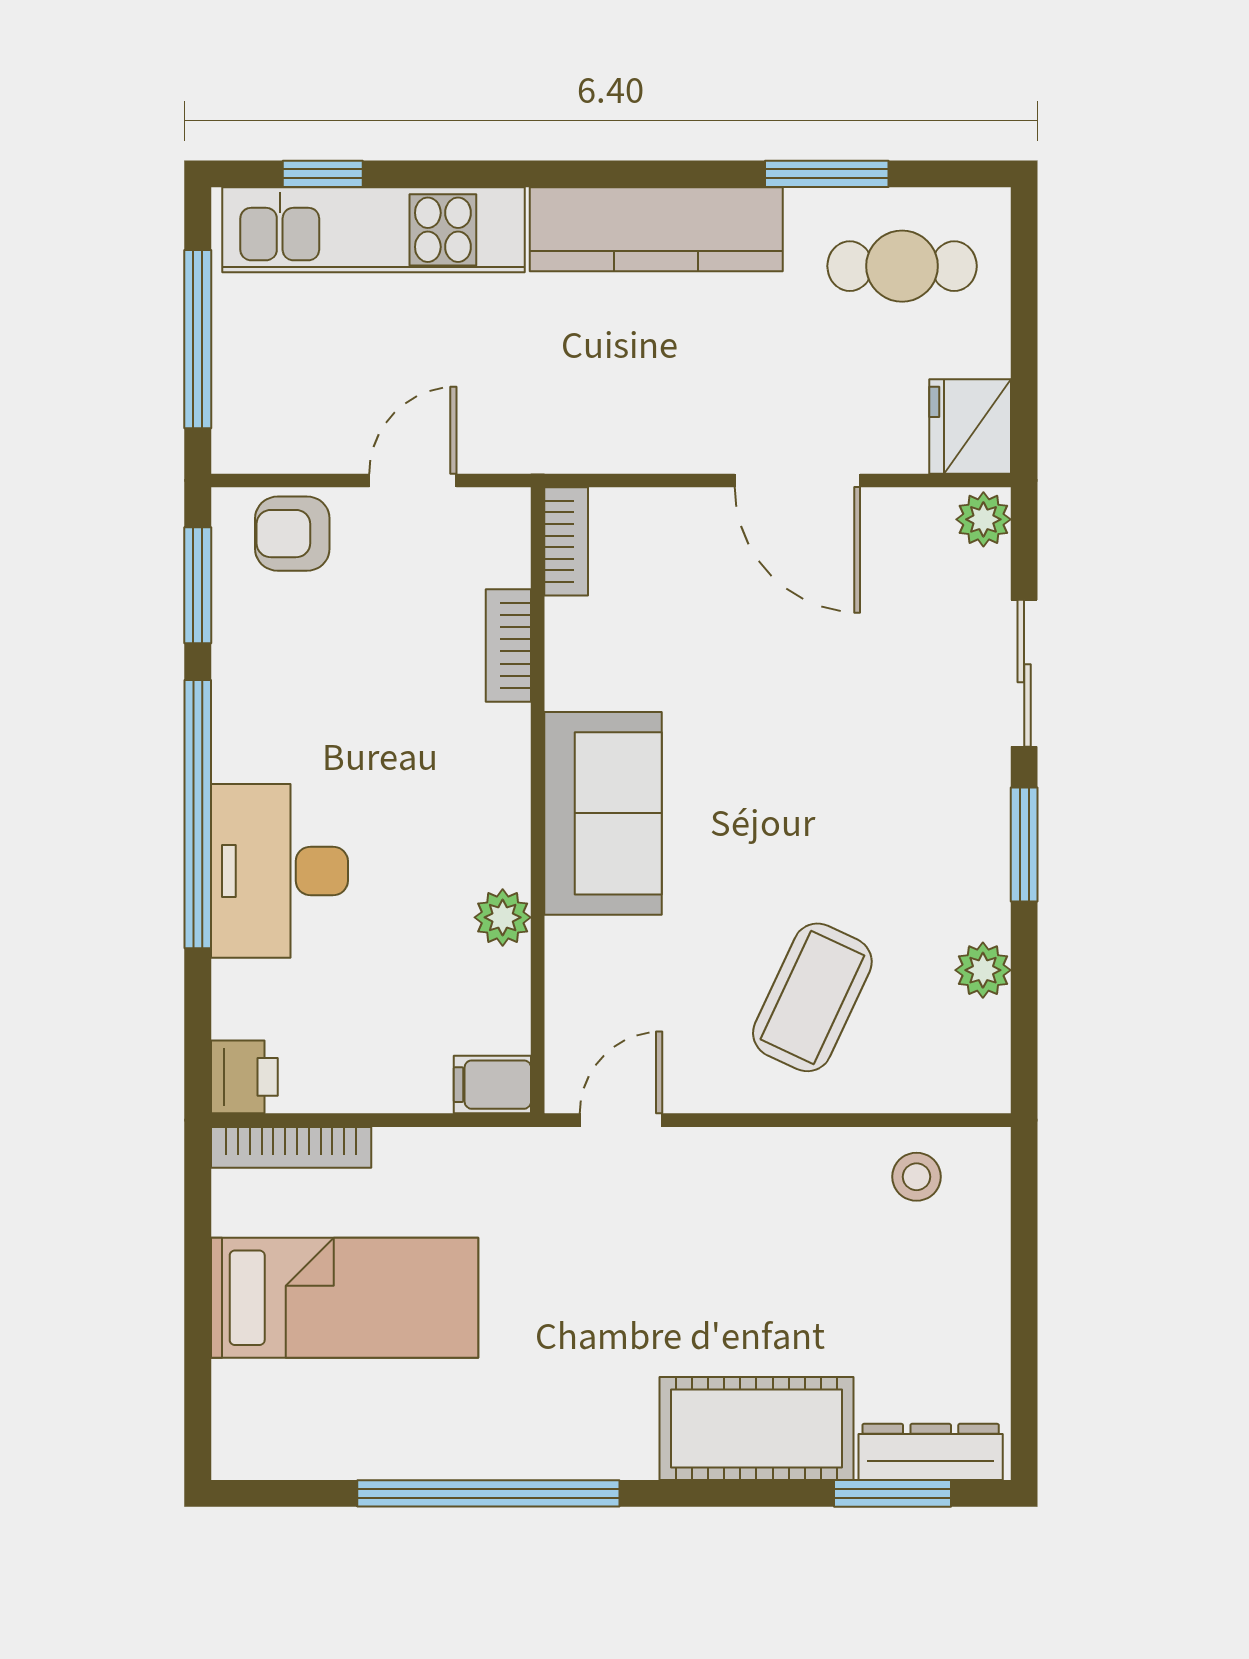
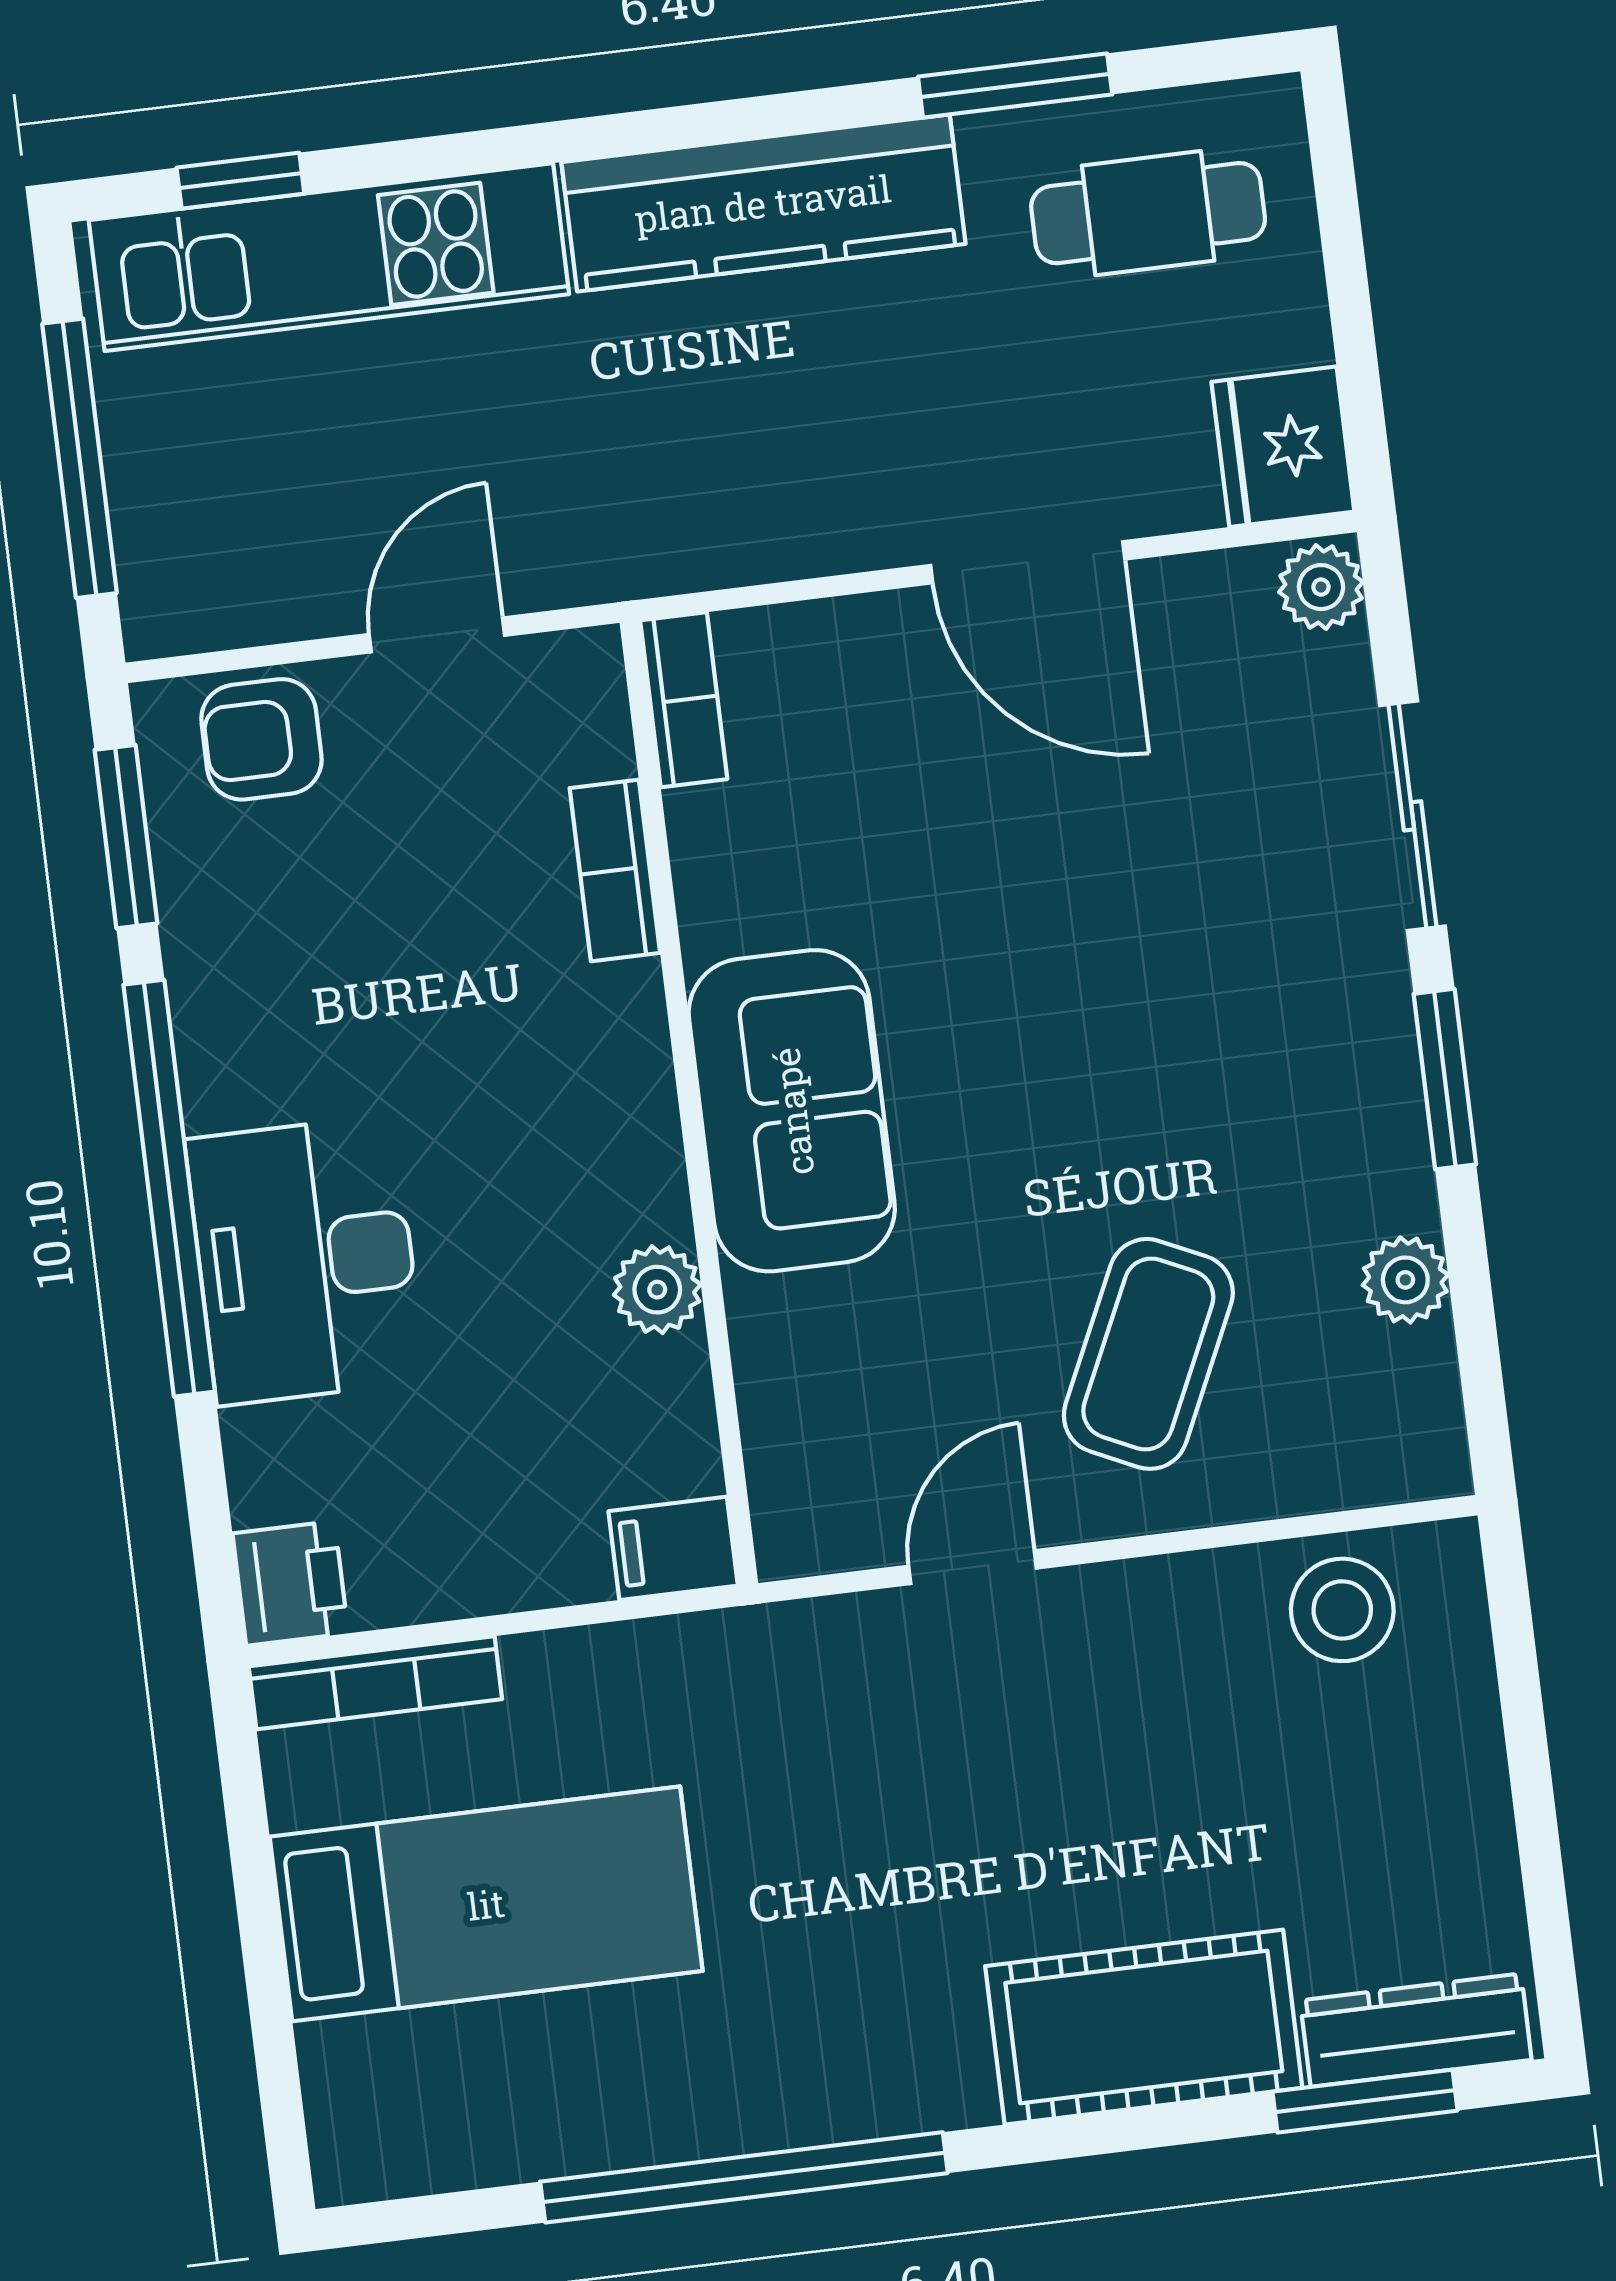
door: (621, 1120) -> (972, 1567), moved
stool: (917, 1177) -> (1342, 1610), width x1.37, depth x1.37

